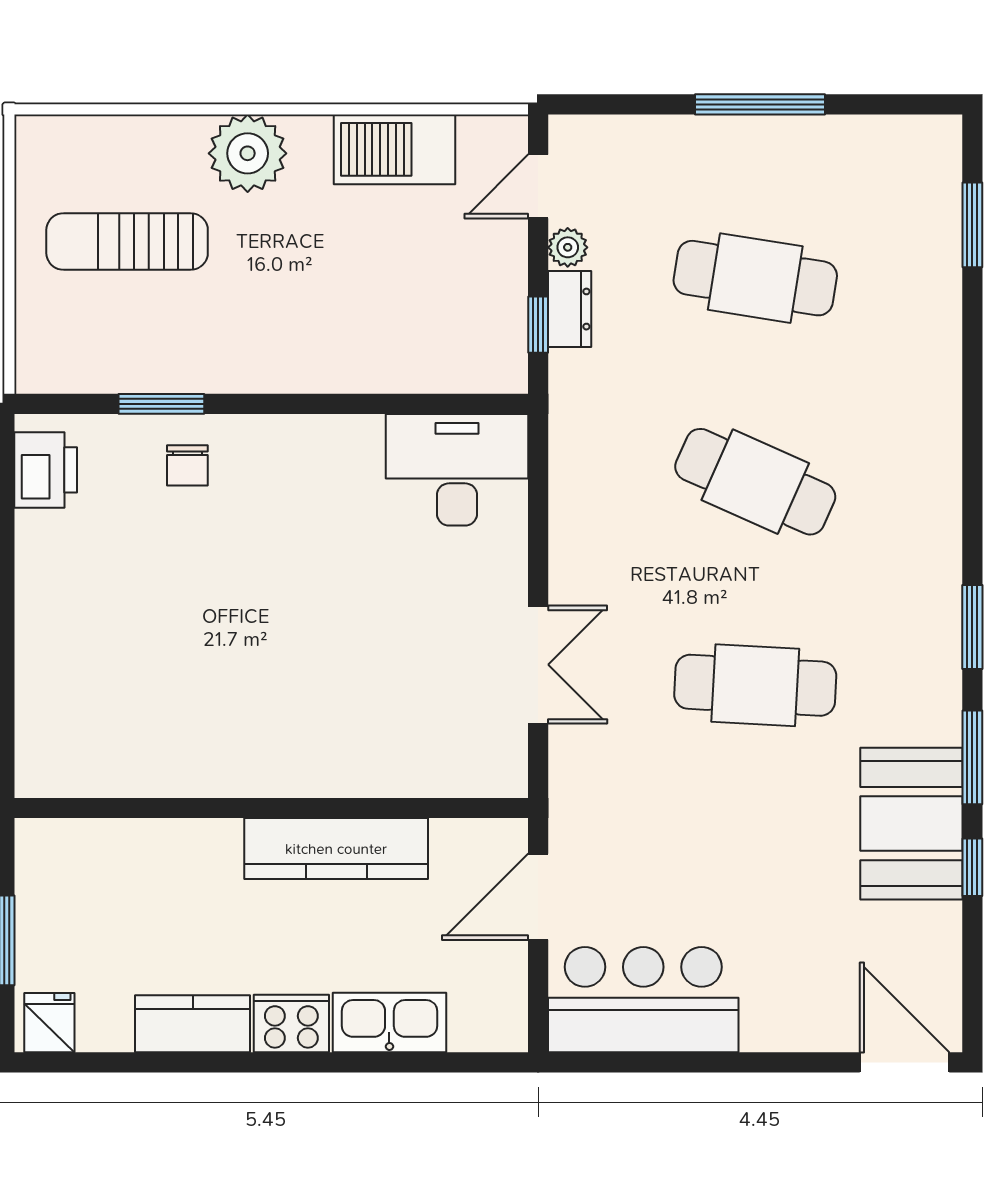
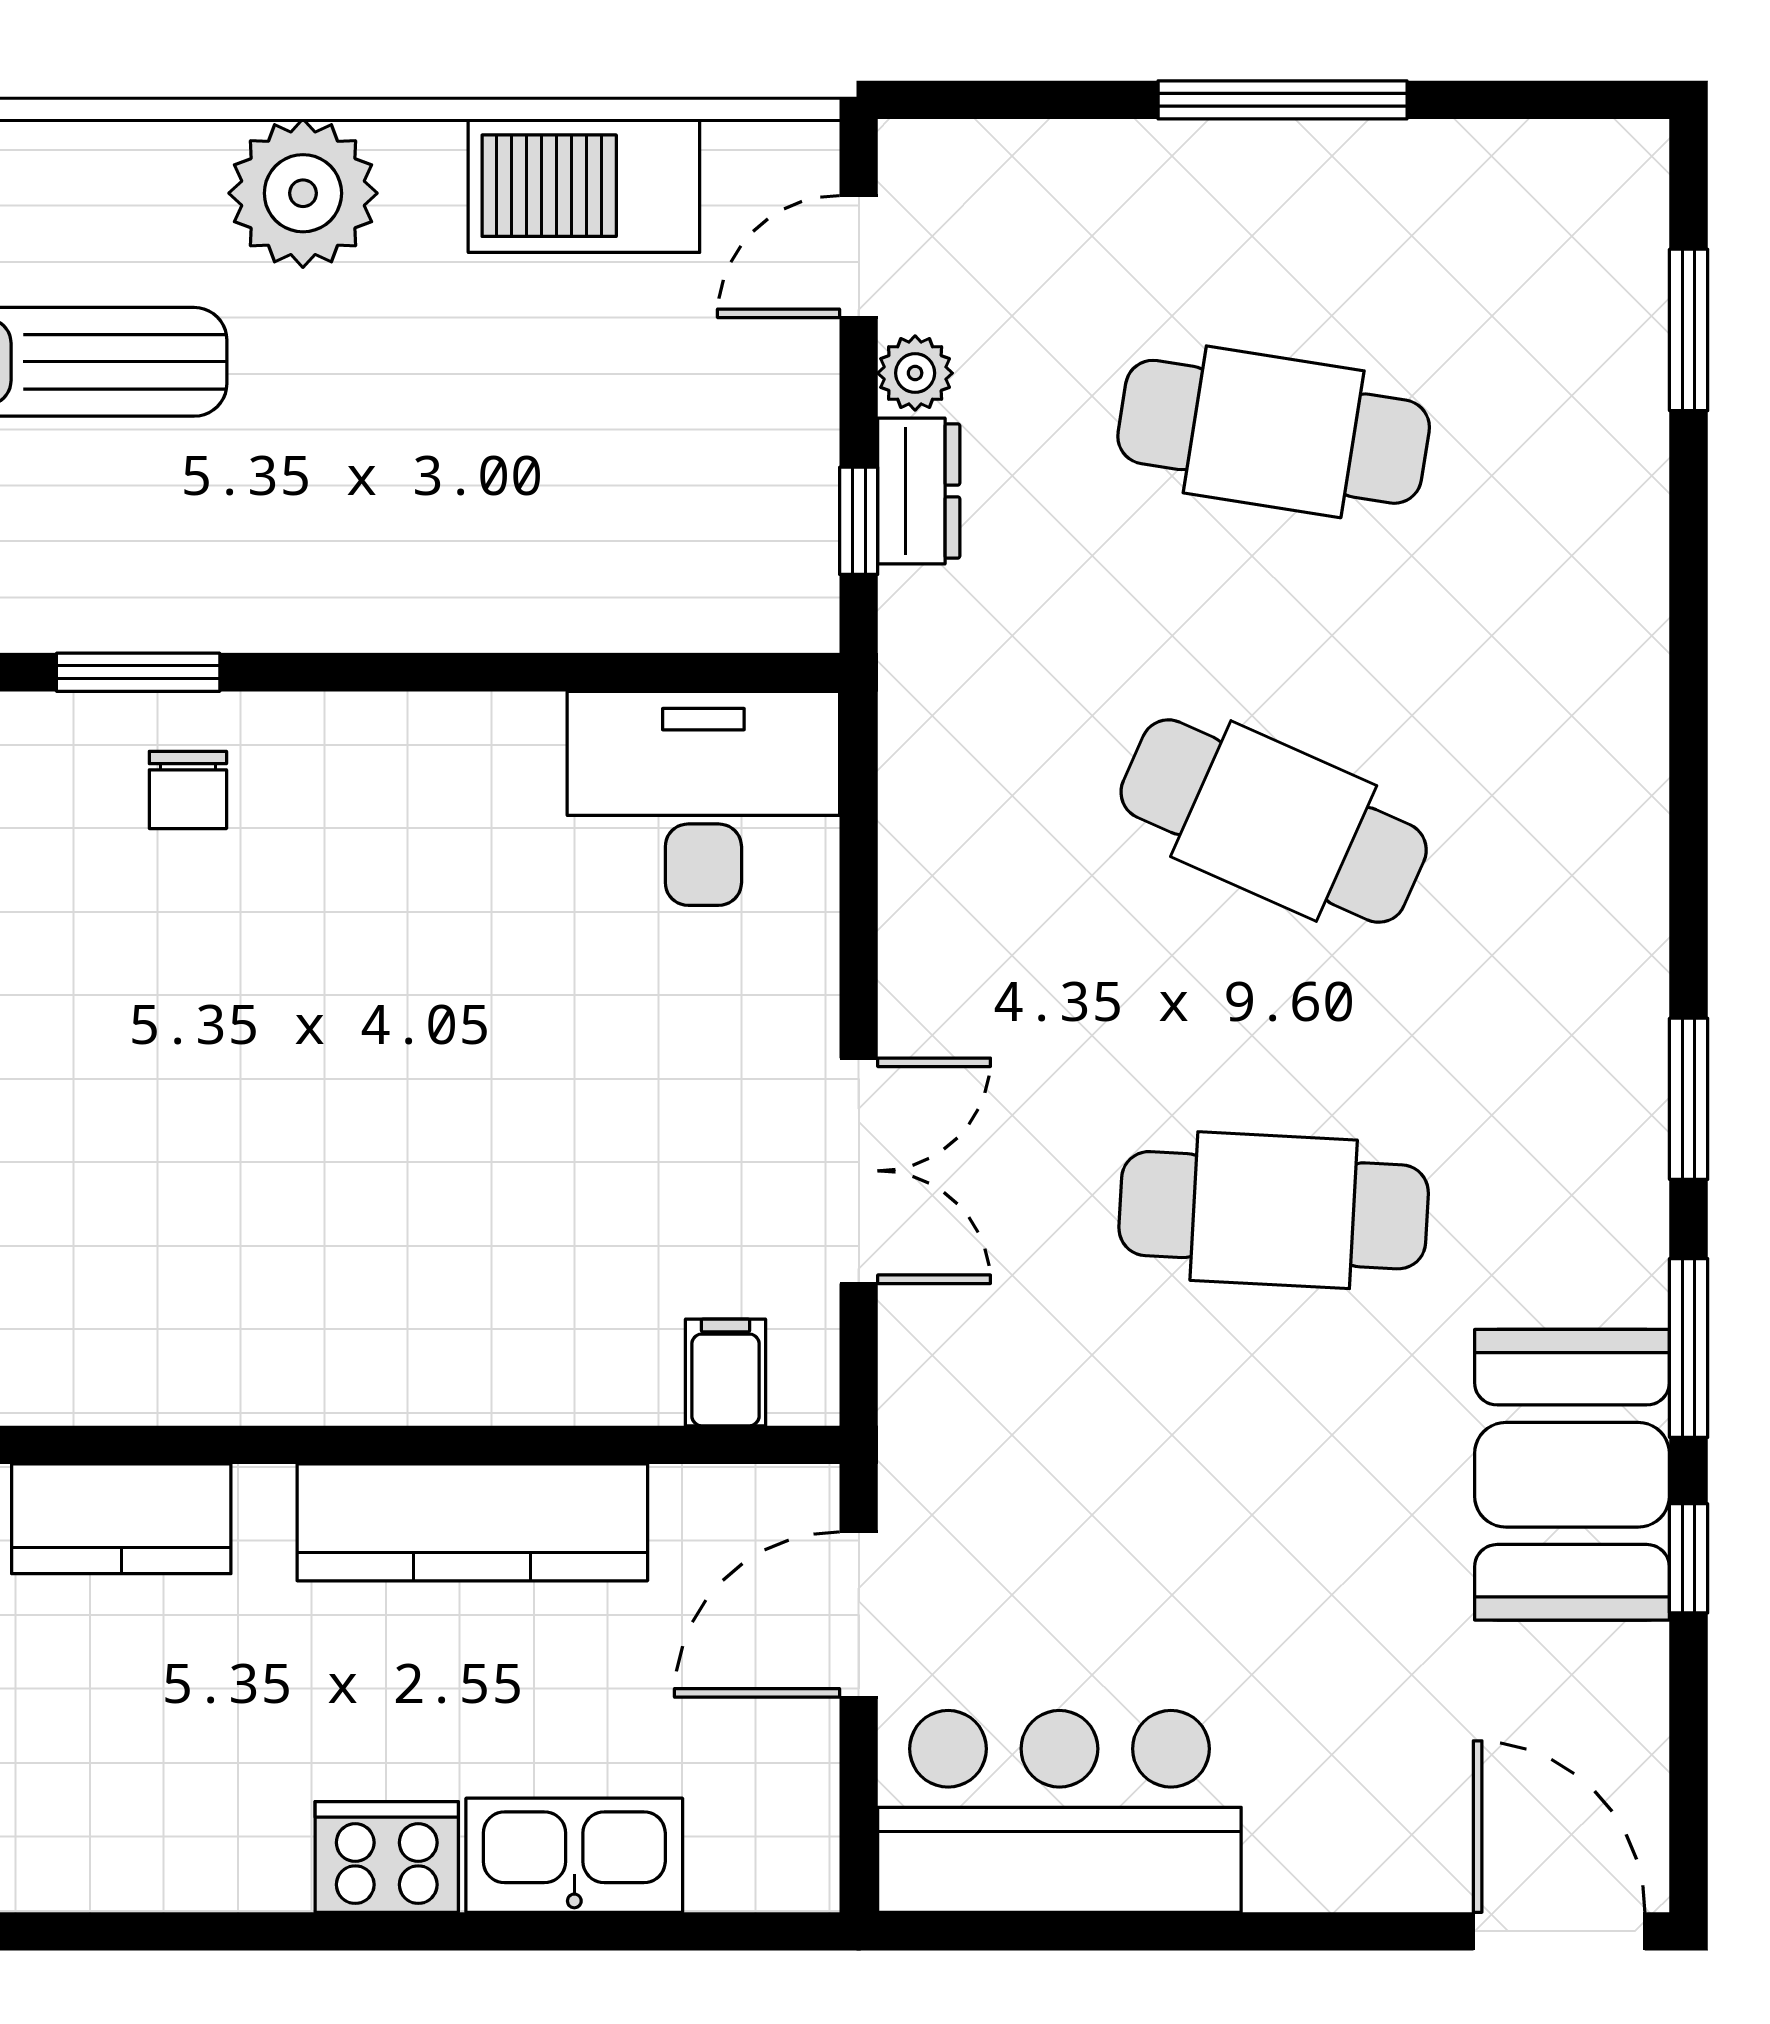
filing cabinet: (469, 770) -> (726, 1372), added
kitchen counter: (193, 1024) -> (121, 1519), moved, turned 180

